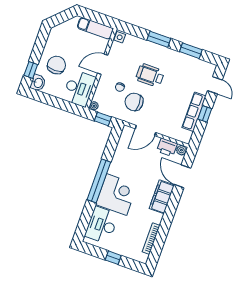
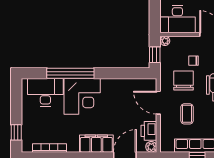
coffee table: (164, 109) -> (187, 114), added
window: (99, 181) -> (70, 73), moved
window: (113, 258) -> (16, 132), moved

